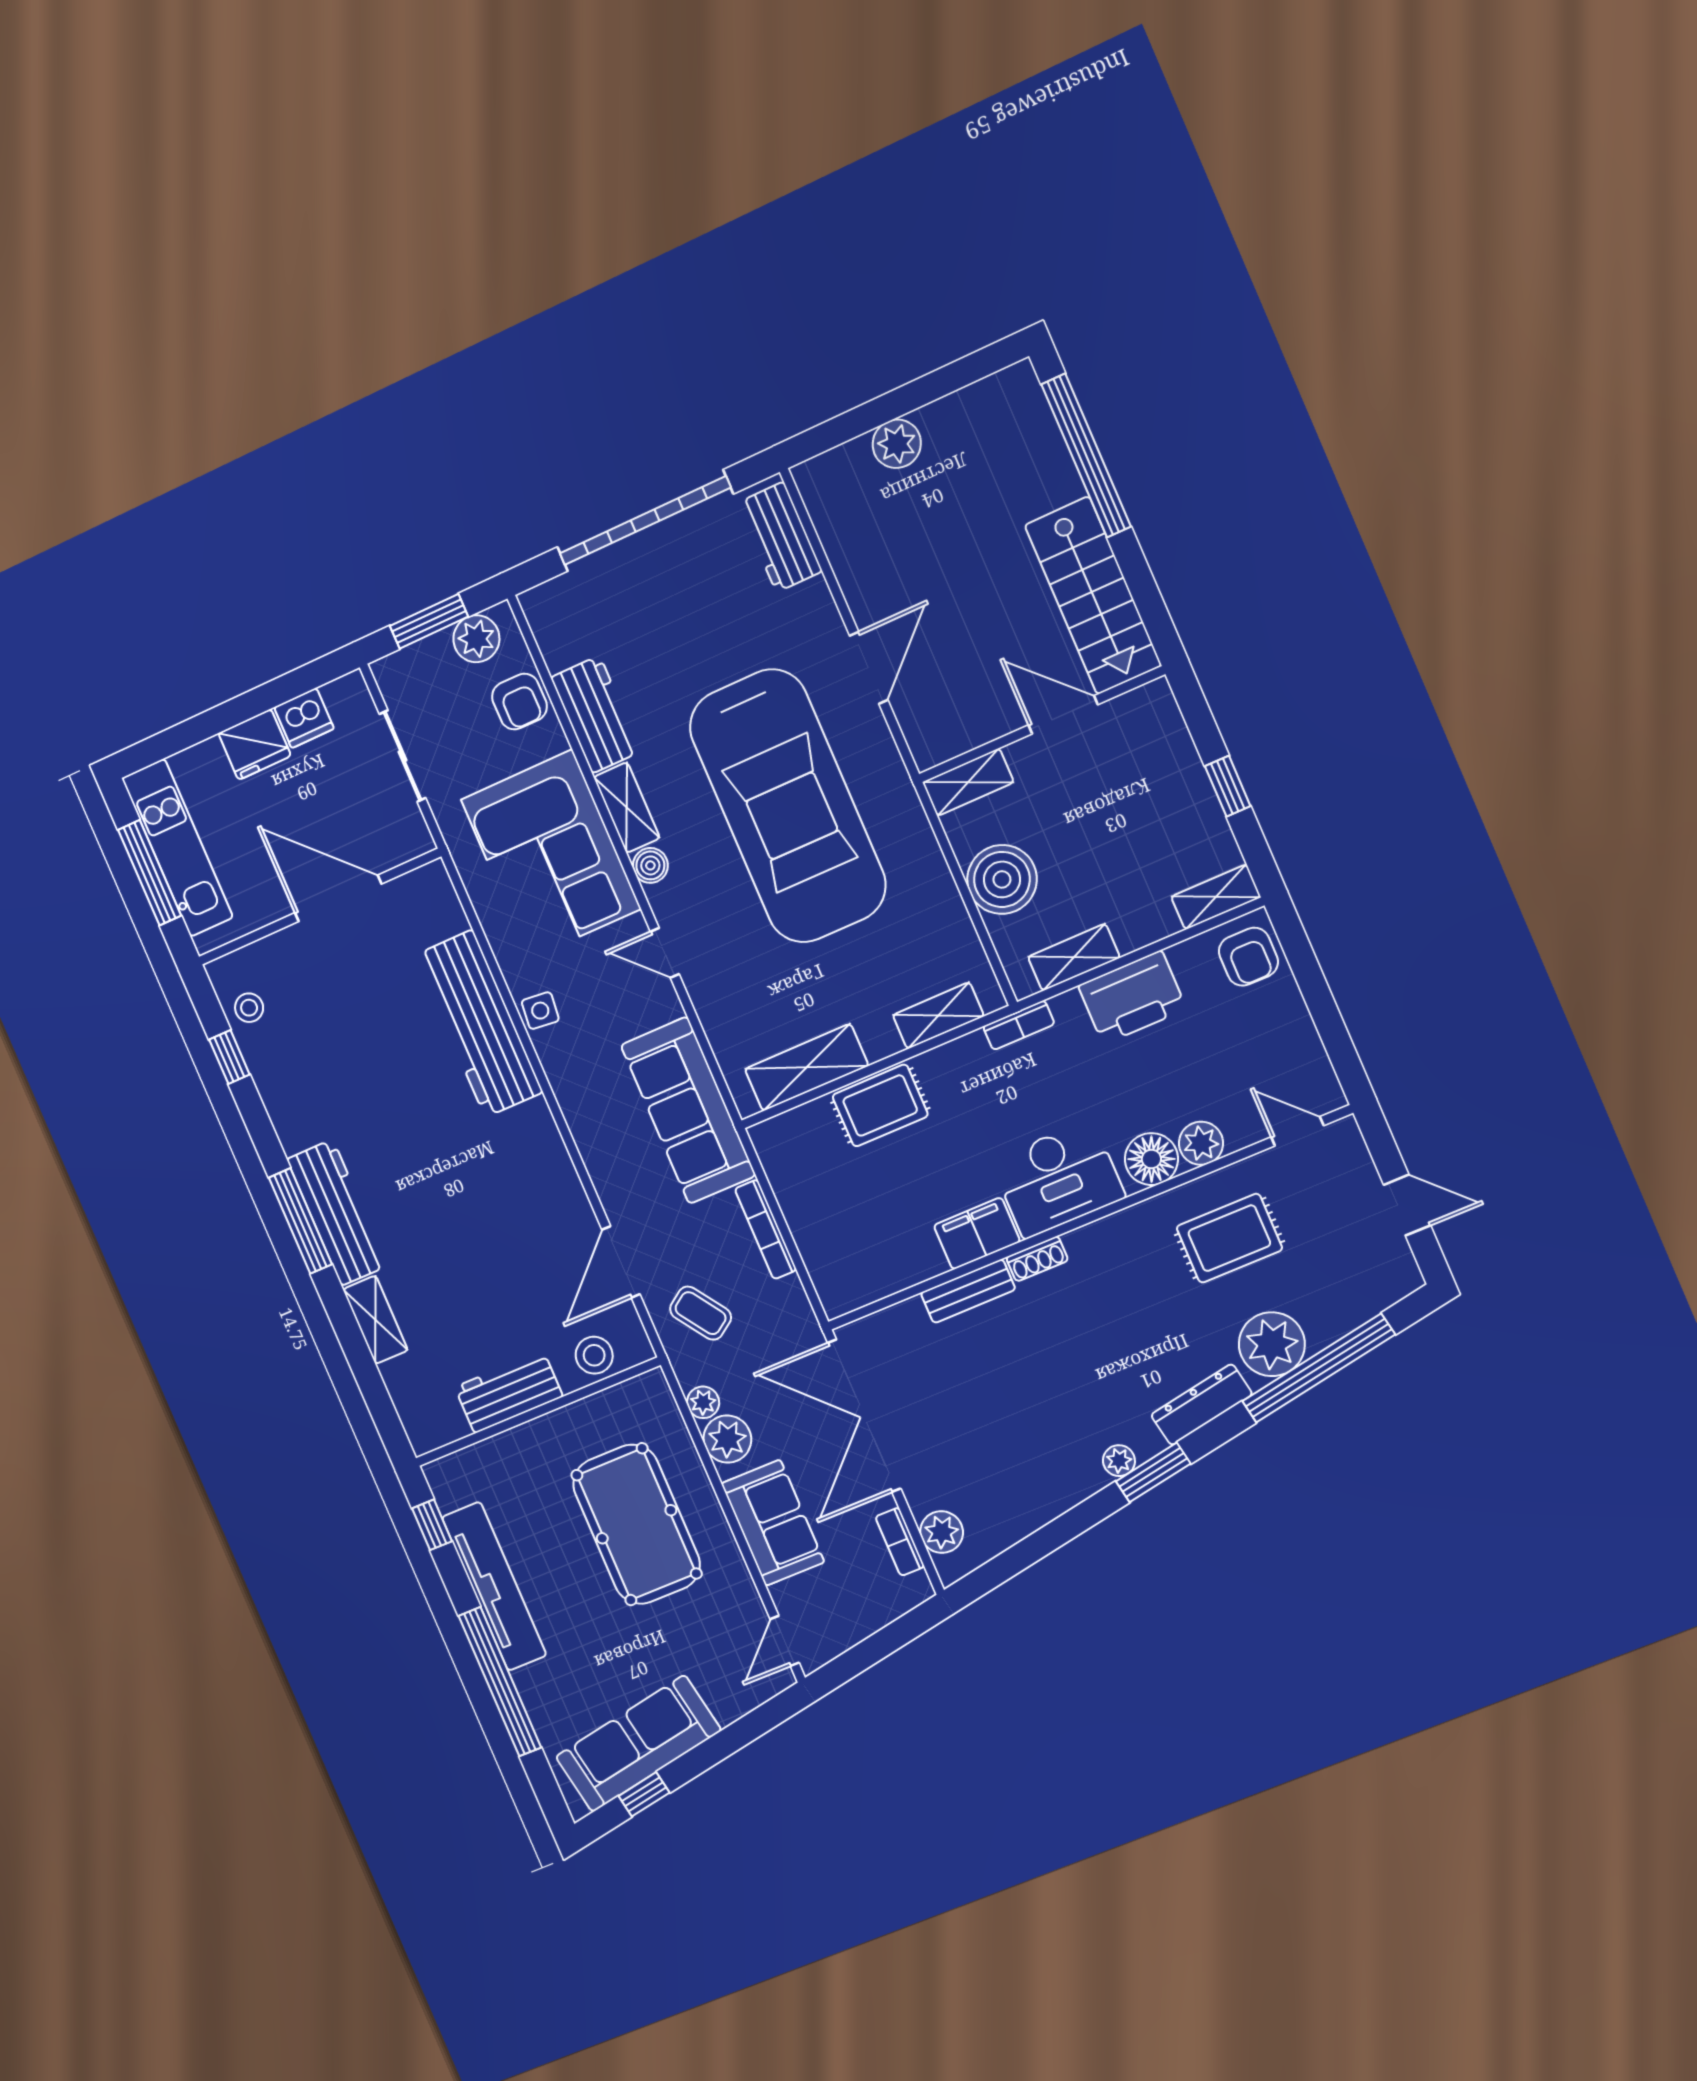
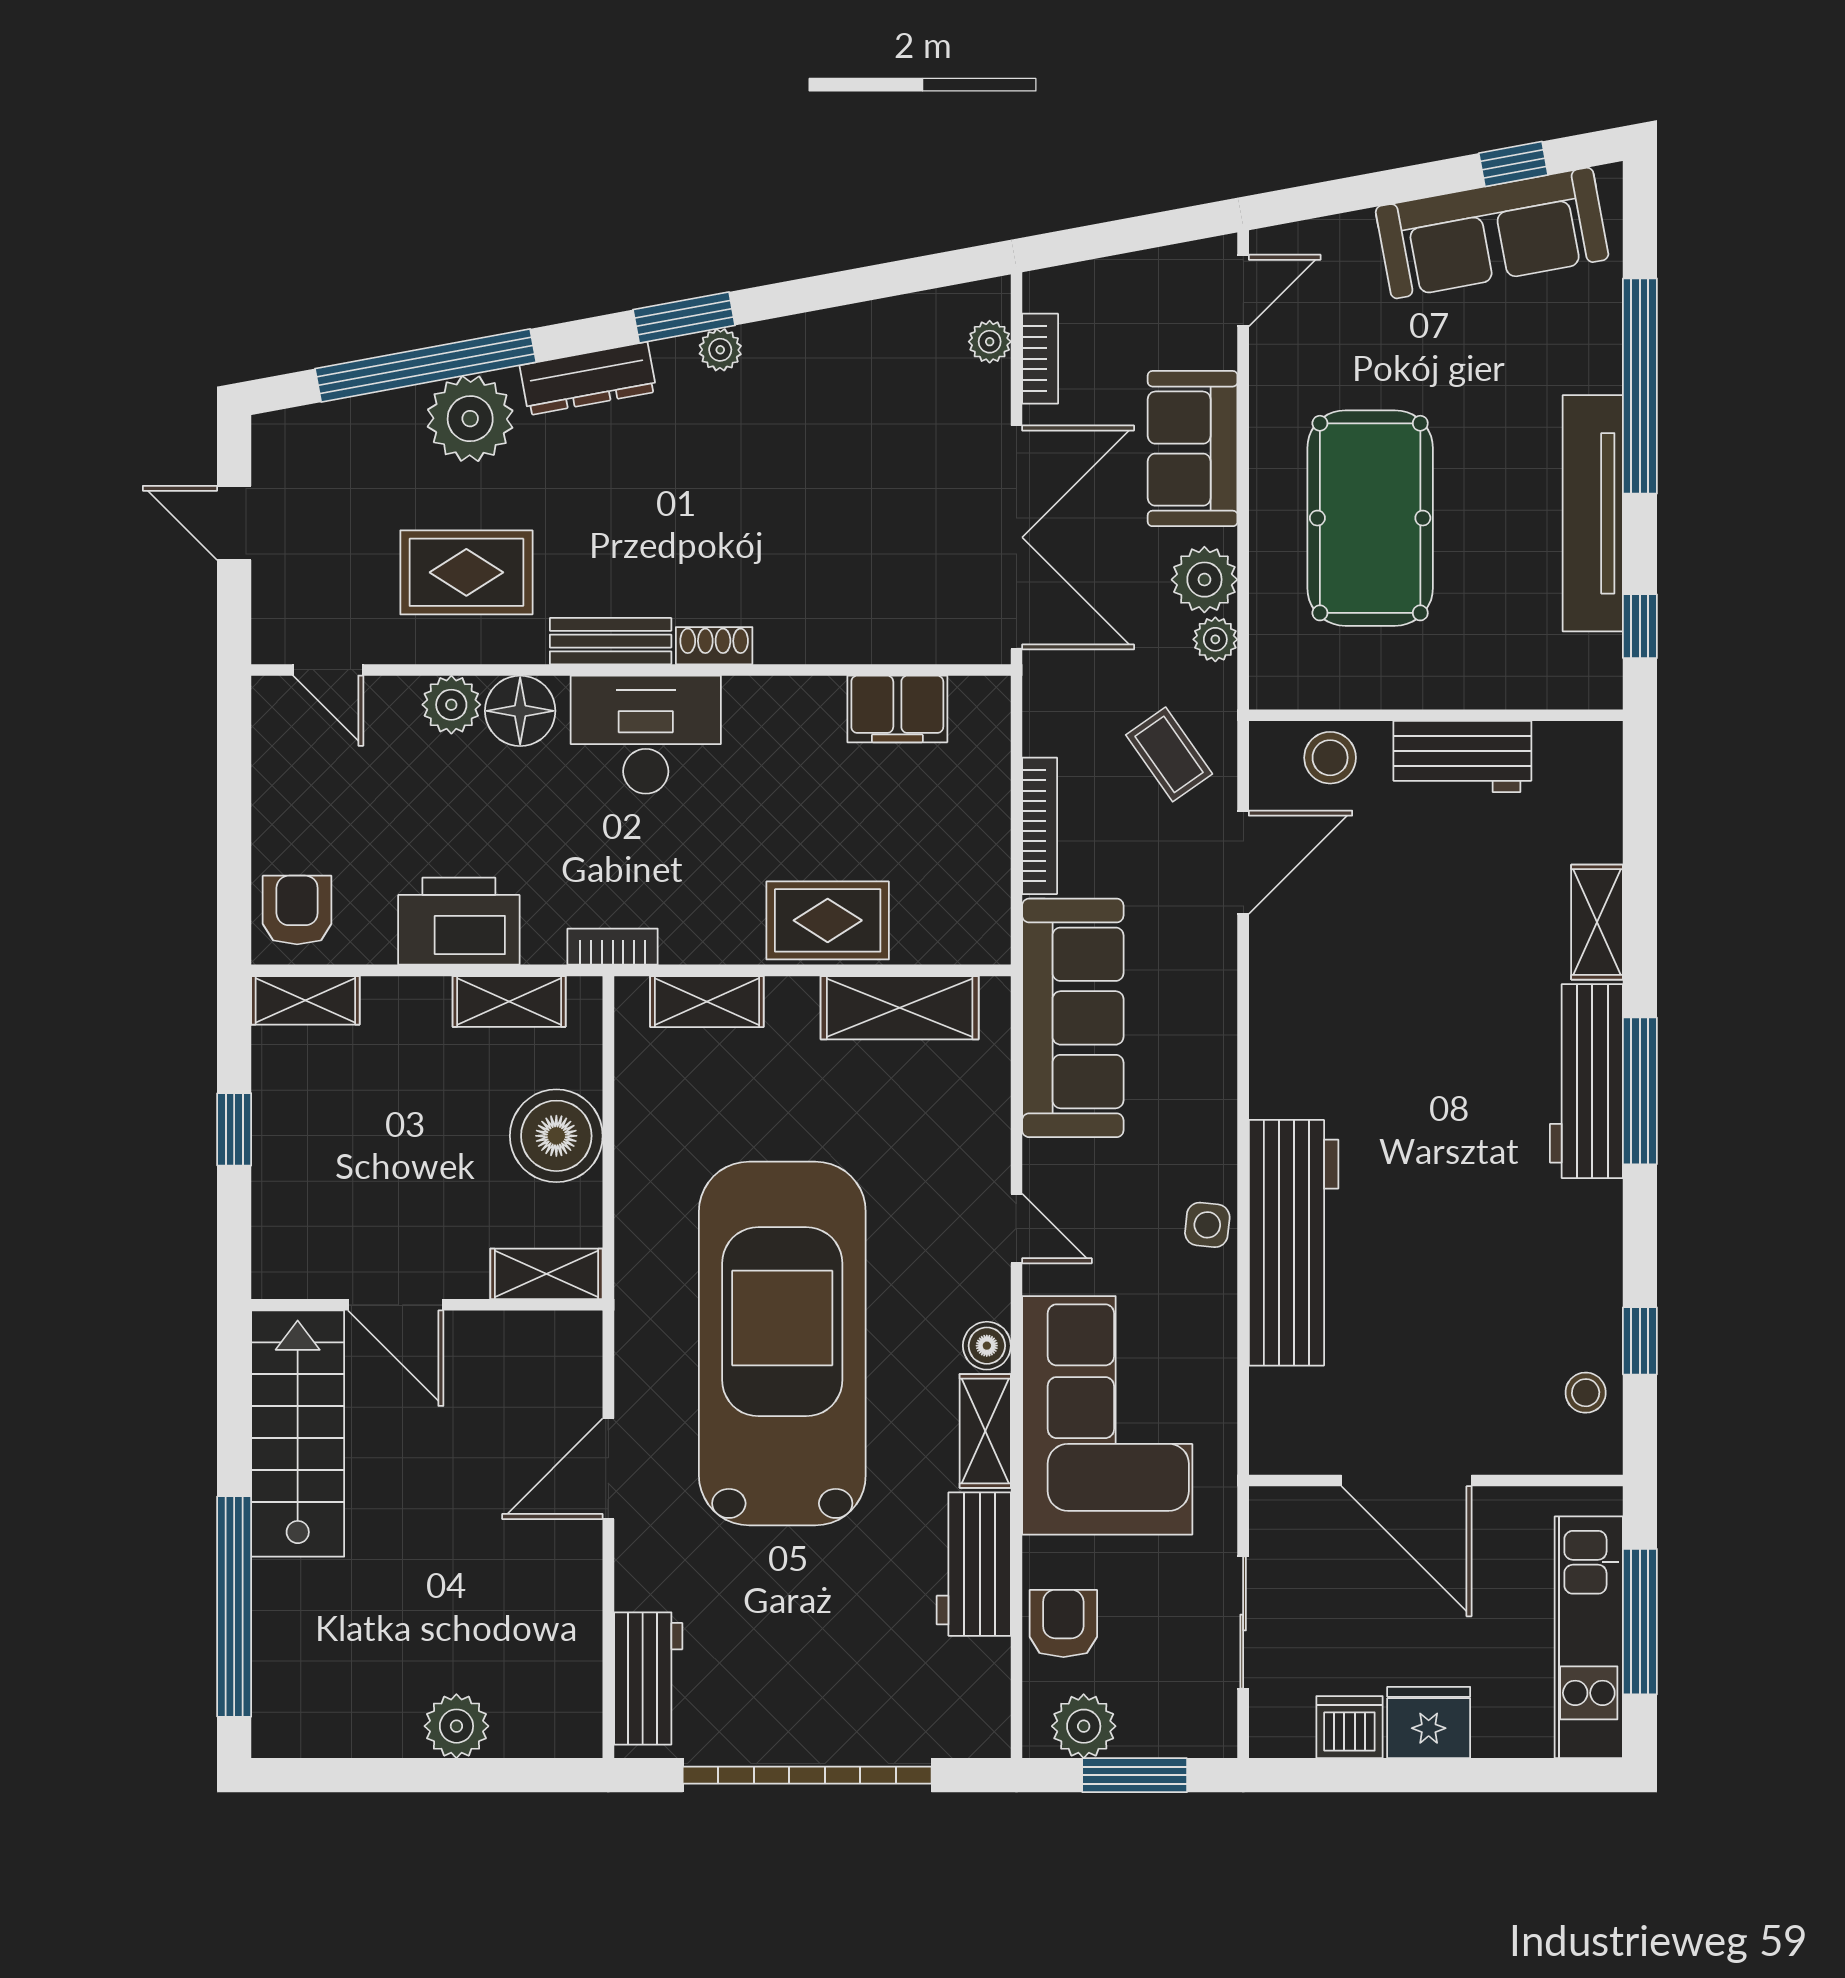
filing cabinet: (977, 1233) -> (897, 709), moved
bench: (968, 1291) -> (611, 641), moved
plant: (942, 1532) -> (990, 342), width x0.73, depth x0.73

